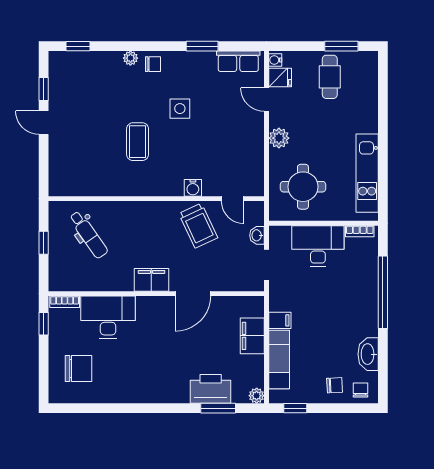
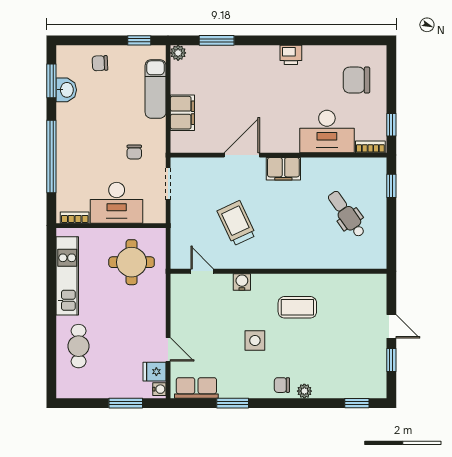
window: (341, 46) -> (126, 403), moved
cafe table: (330, 77) -> (79, 346), moved
plant: (279, 138) -> (156, 311), removed
coffee table: (138, 142) -> (297, 307), turned 90
water cooler: (193, 188) -> (242, 282), moved
wall: (156, 199) -> (279, 271), moved
door: (233, 199) -> (202, 271), moved
washbasin: (257, 235) -> (178, 213), removed
window: (44, 243) -> (391, 186), moved
filing cabinet: (280, 320) -> (155, 128), removed
washbasin: (368, 354) -> (66, 90), width x0.72
window: (383, 368) -> (51, 81), added
printer: (211, 389) -> (291, 55), moved, width x0.53, depth x0.68
chair: (361, 390) -> (134, 152), moved

